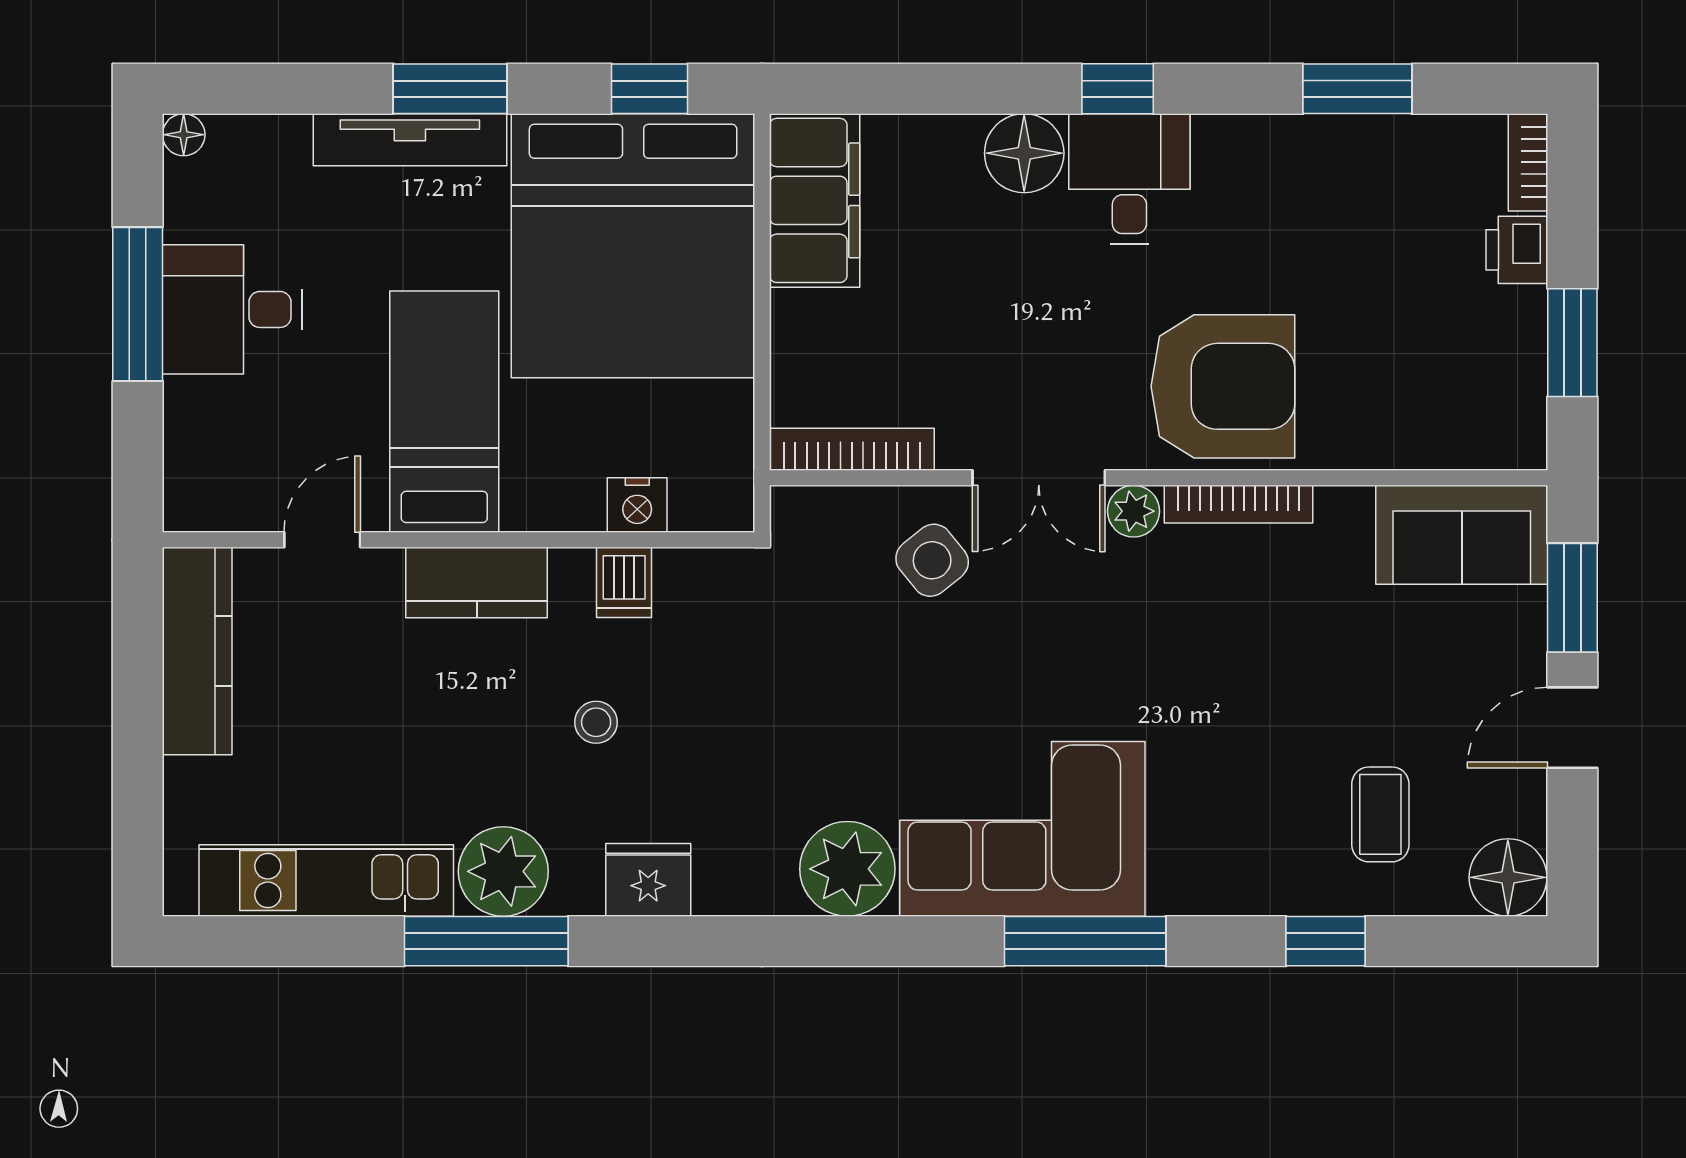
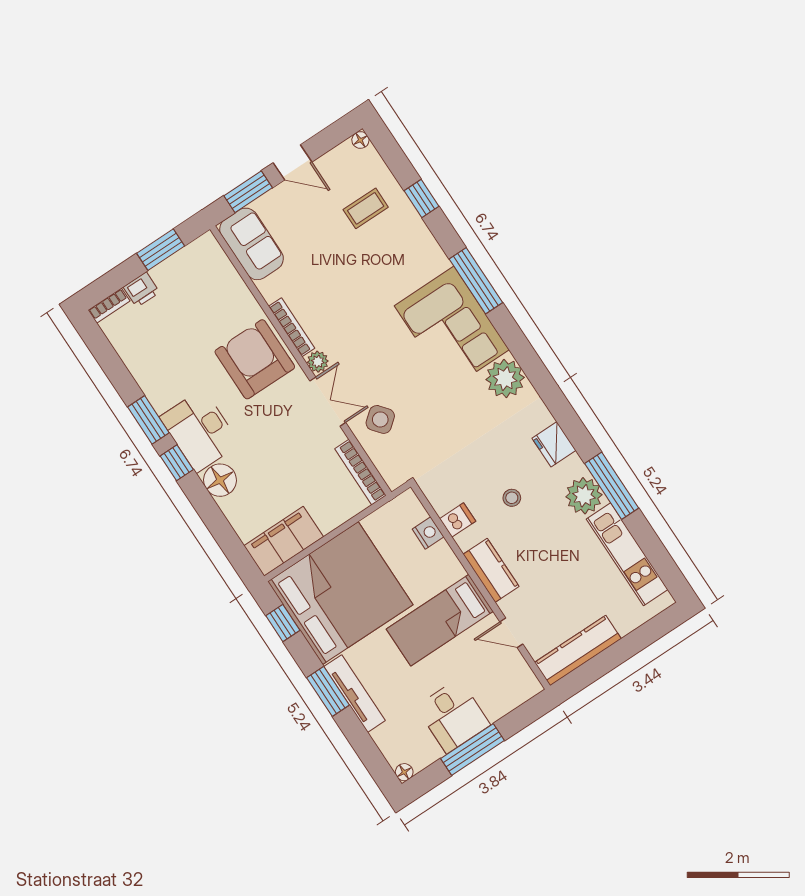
window: (1357, 89) -> (148, 420), moved
desk: (1129, 179) -> (200, 431), width x1.37
floor lamp: (1508, 877) -> (360, 140), width x0.53, depth x0.53

